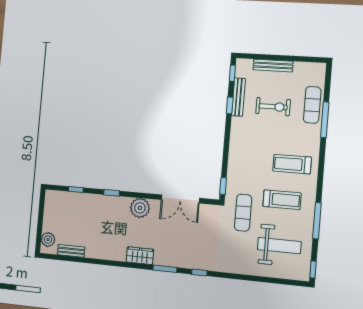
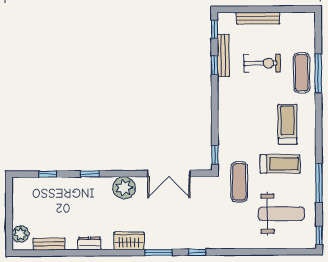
exercise mat: (312, 105) -> (302, 73), moved
treadmill: (292, 164) -> (288, 124), turned 90
dresser: (106, 254) -> (89, 243), added

